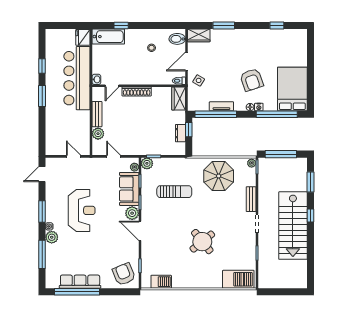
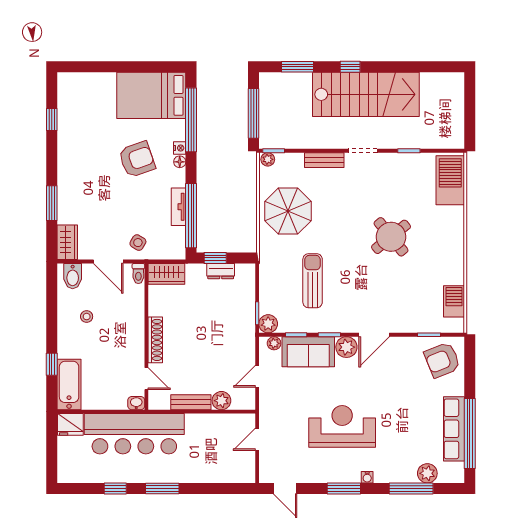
plant: (52, 237) -> (427, 473), moved

